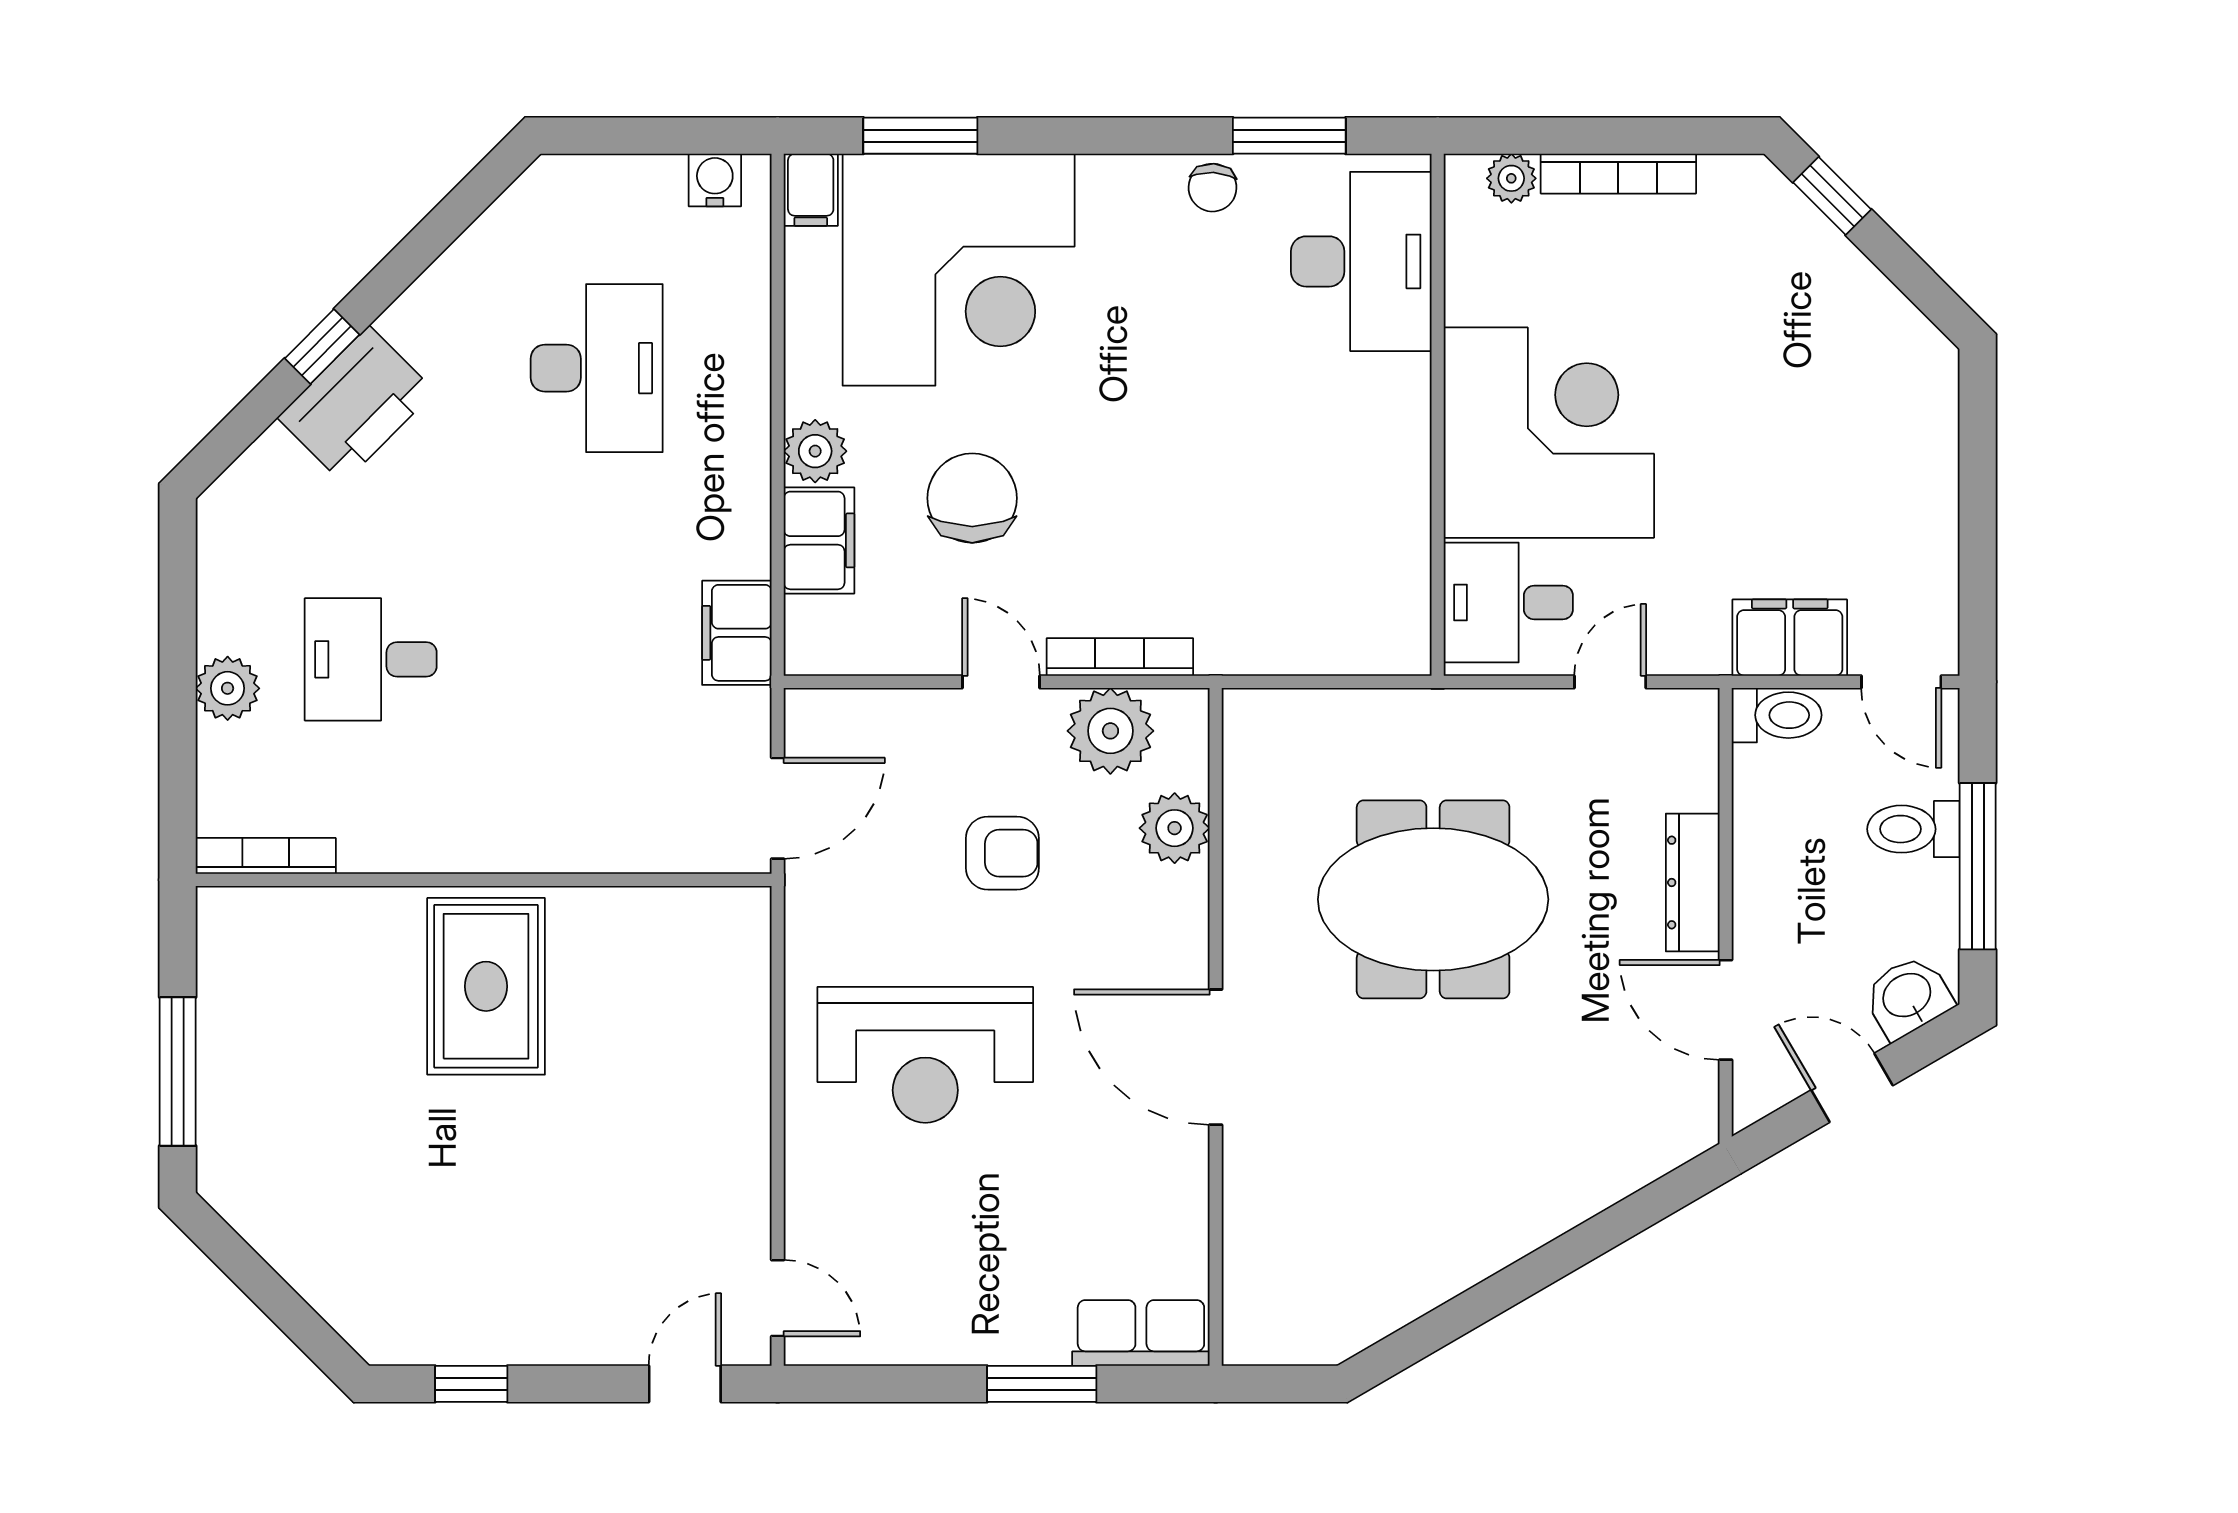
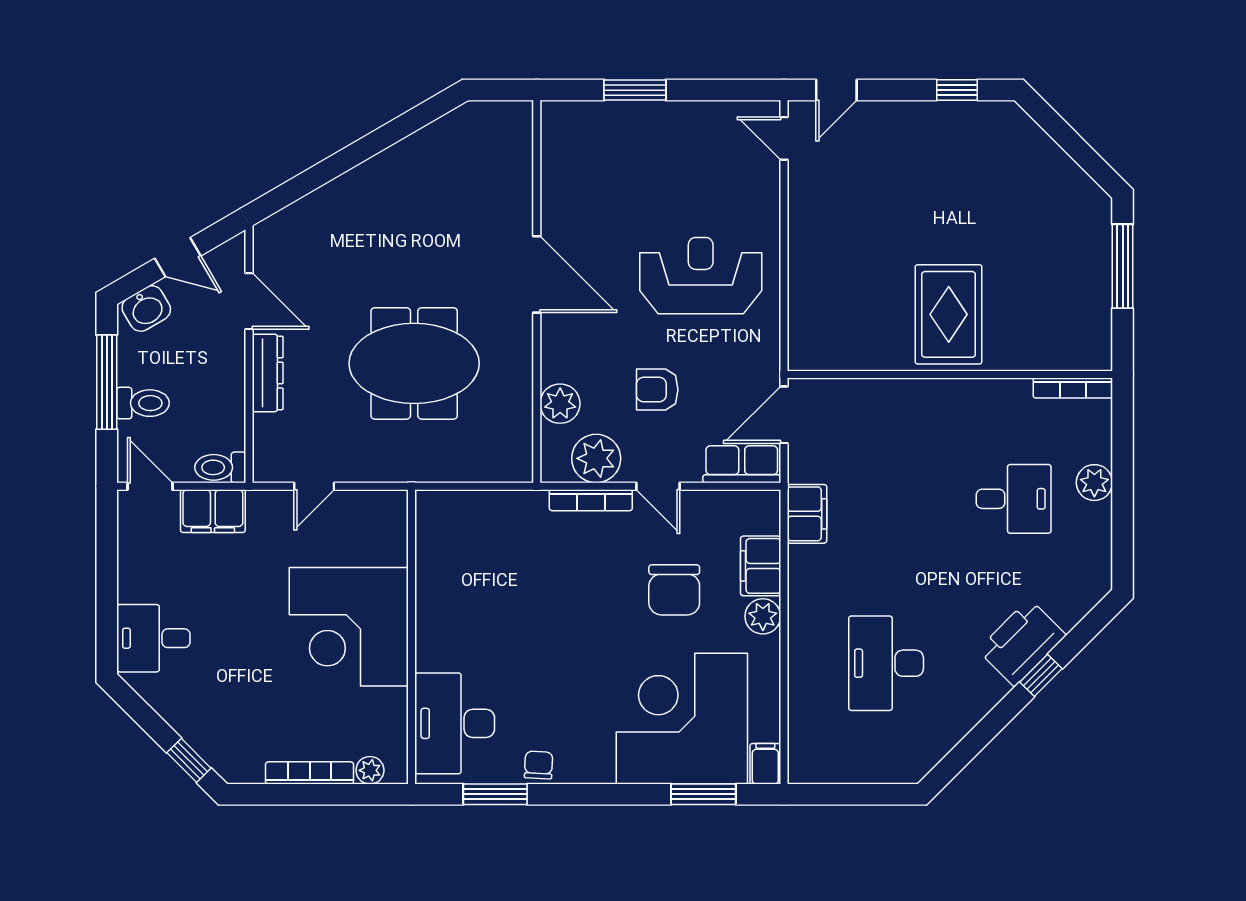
water cooler: (715, 180) -> (819, 769), removed
desk: (1508, 603) -> (153, 638), moved, turned 180
row of seats: (1141, 1333) -> (742, 464), moved, turned 180

